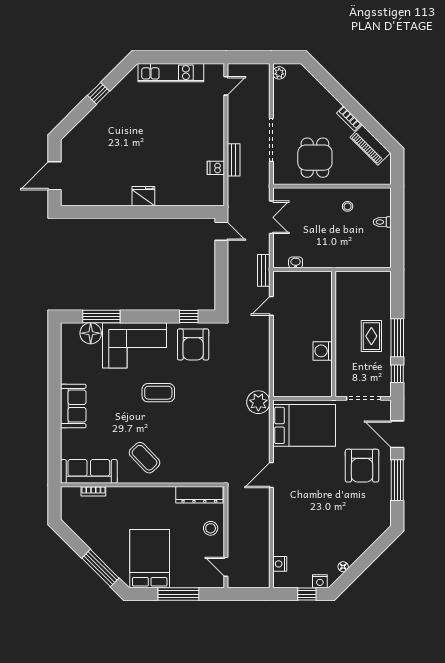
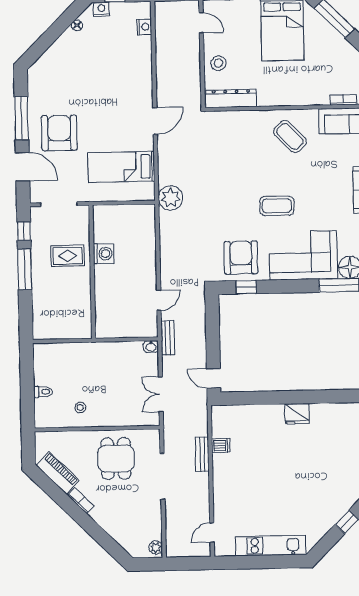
washbasin: (296, 262) -> (151, 347), moved
rug: (371, 336) -> (68, 256), moved, turned 90
bed: (304, 425) -> (121, 167), width x0.67

